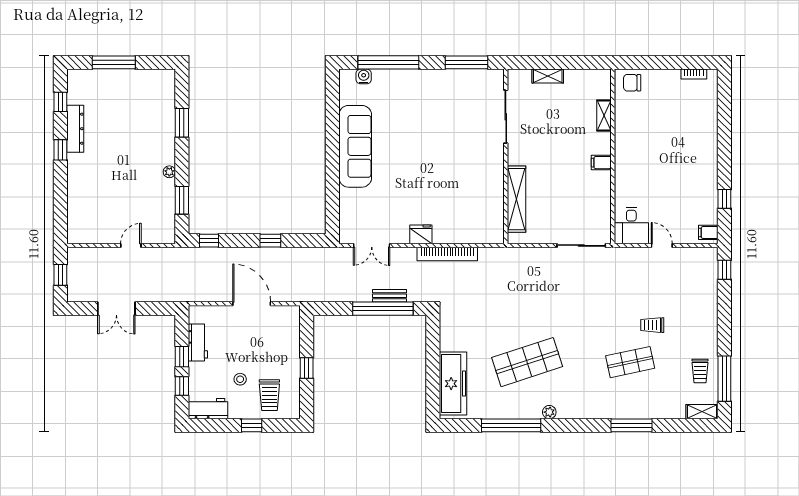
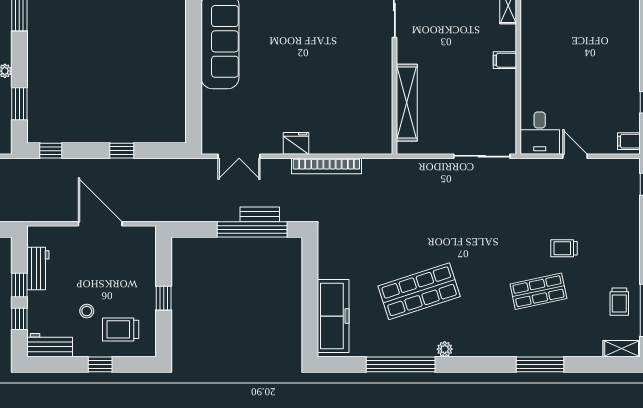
trolley: (269, 395) -> (121, 329), turned 90

